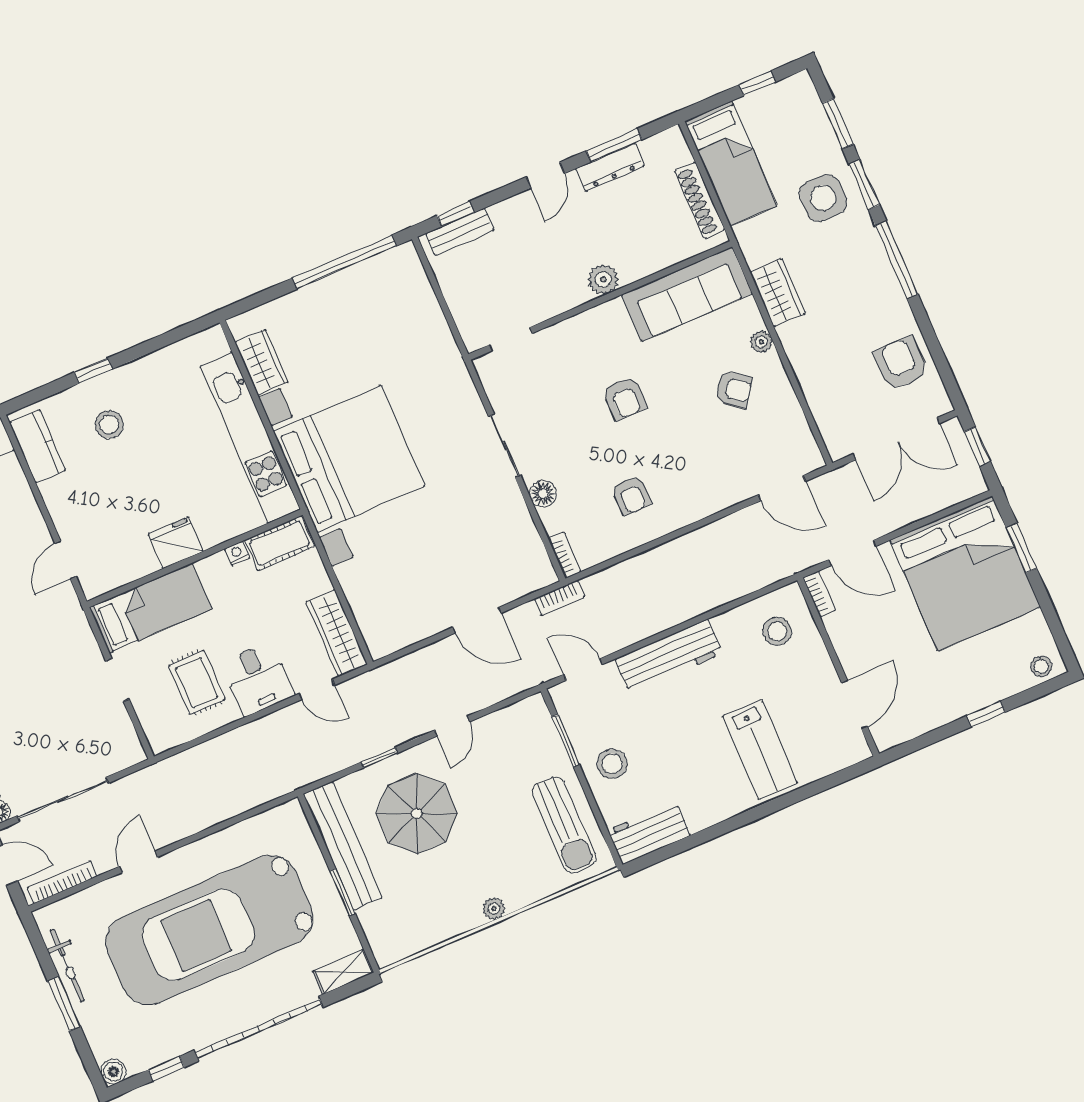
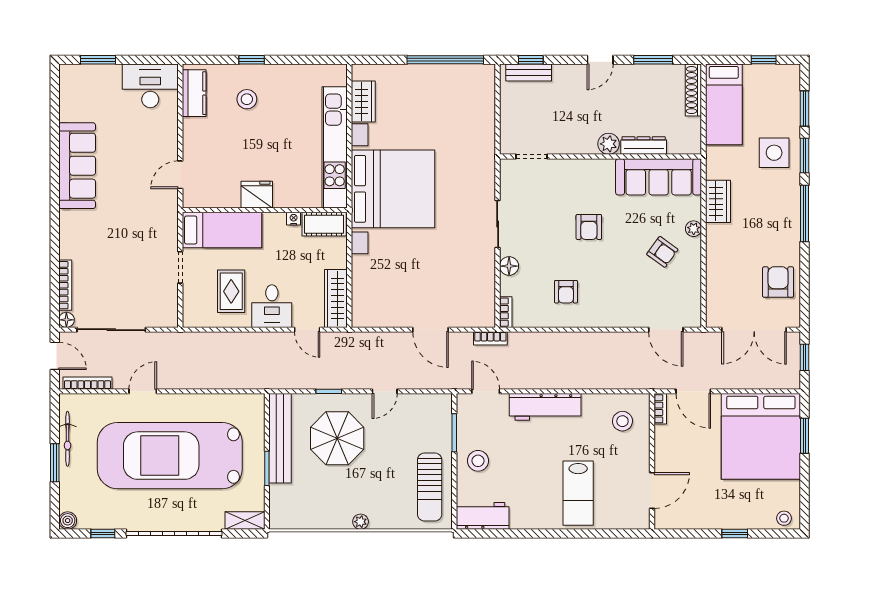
dresser: (610, 167) -> (644, 146), moved, turned 180
shoe rack: (700, 200) -> (693, 90), moved

